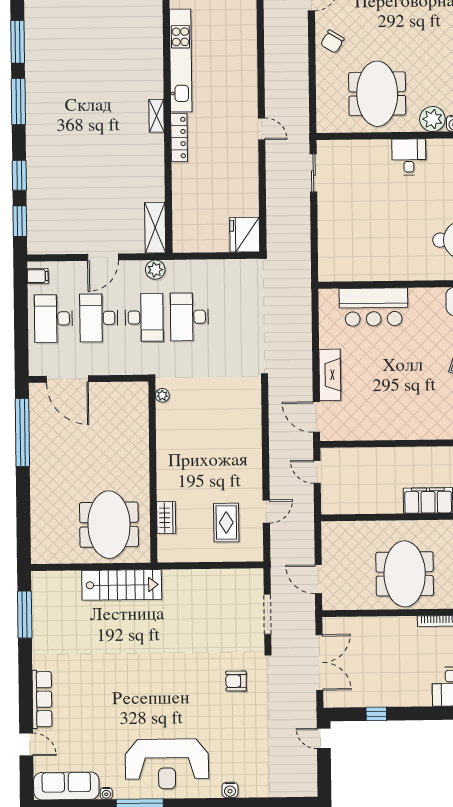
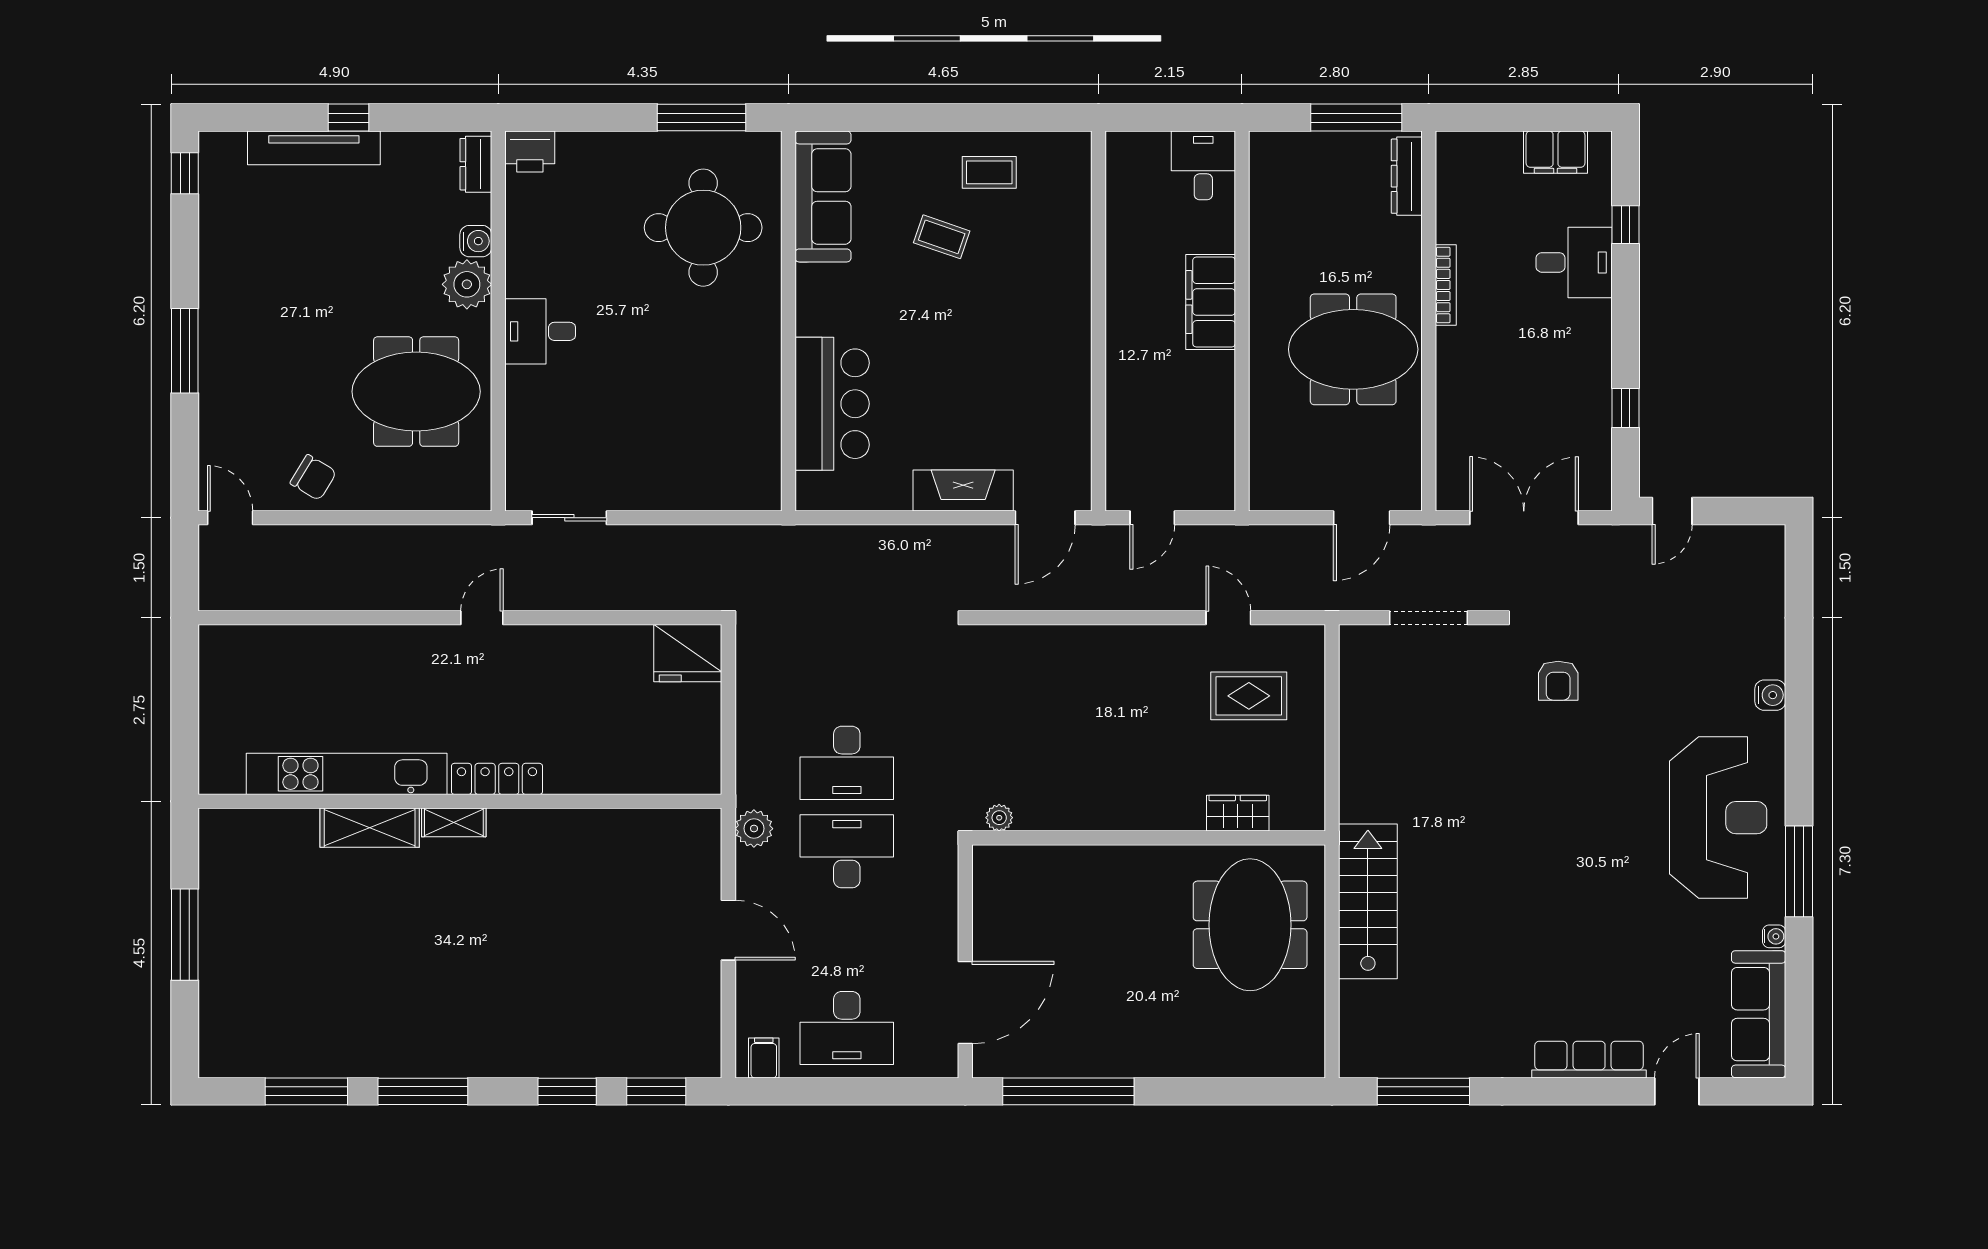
shelving: (155, 228) -> (370, 828), moved
desk: (99, 318) -> (847, 940), removed
meeting table: (109, 525) -> (1250, 925), turned 90

